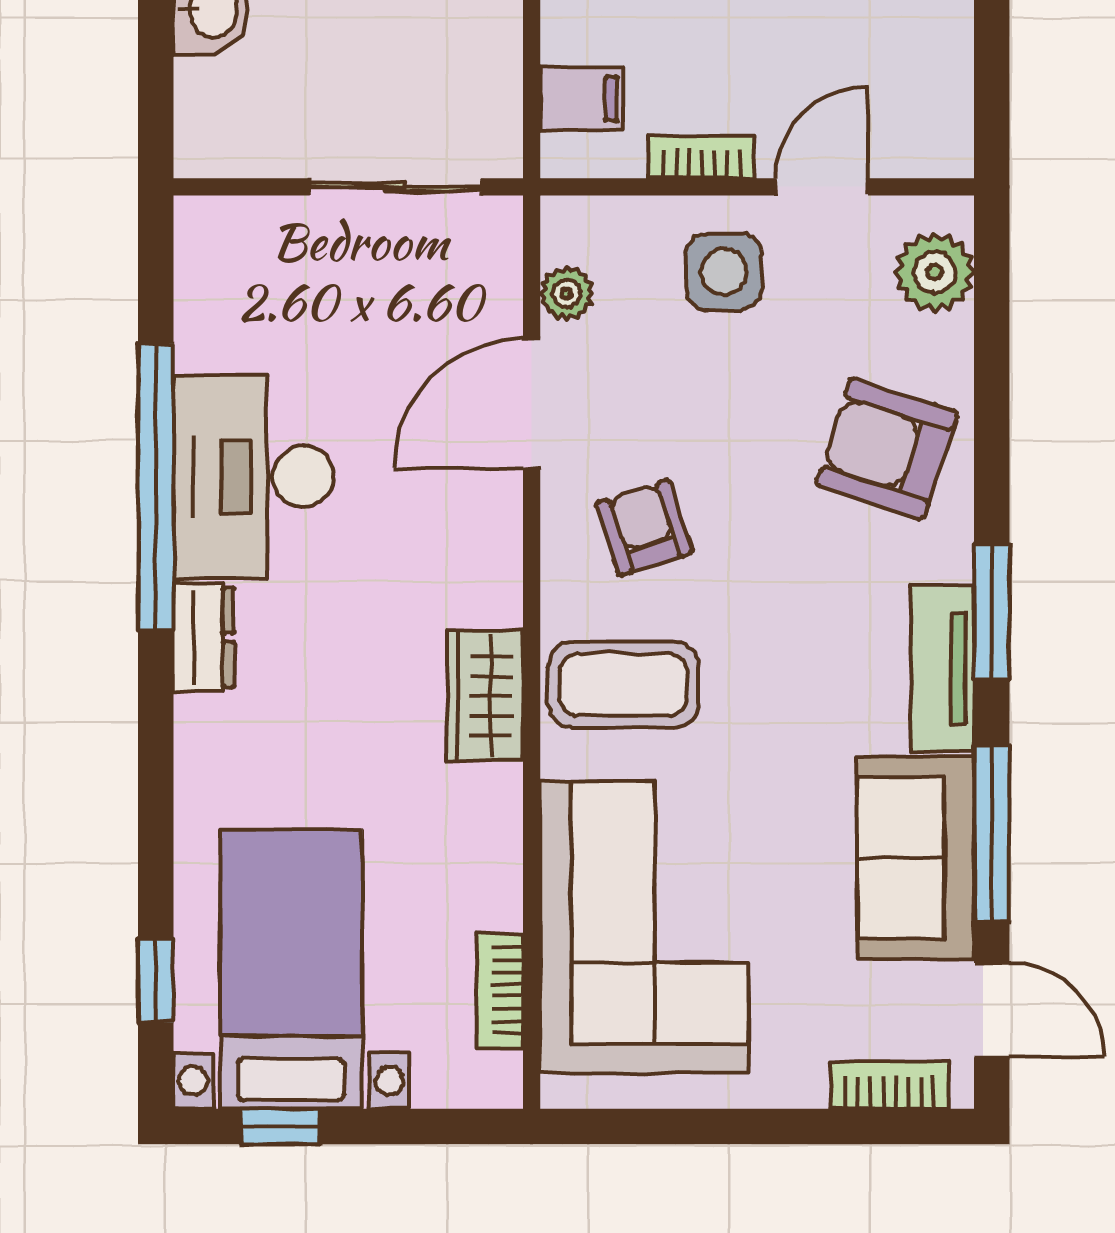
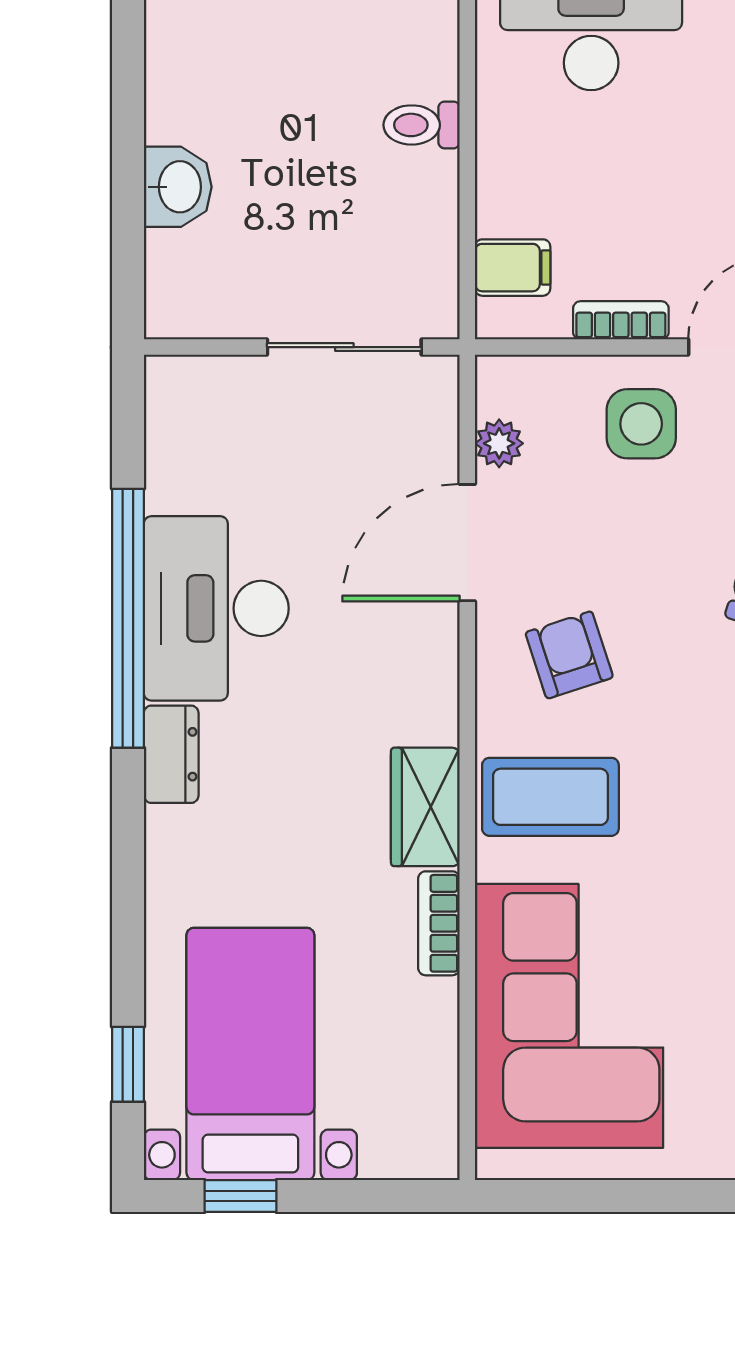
bookcase: (500, 990) -> (439, 923), moved

